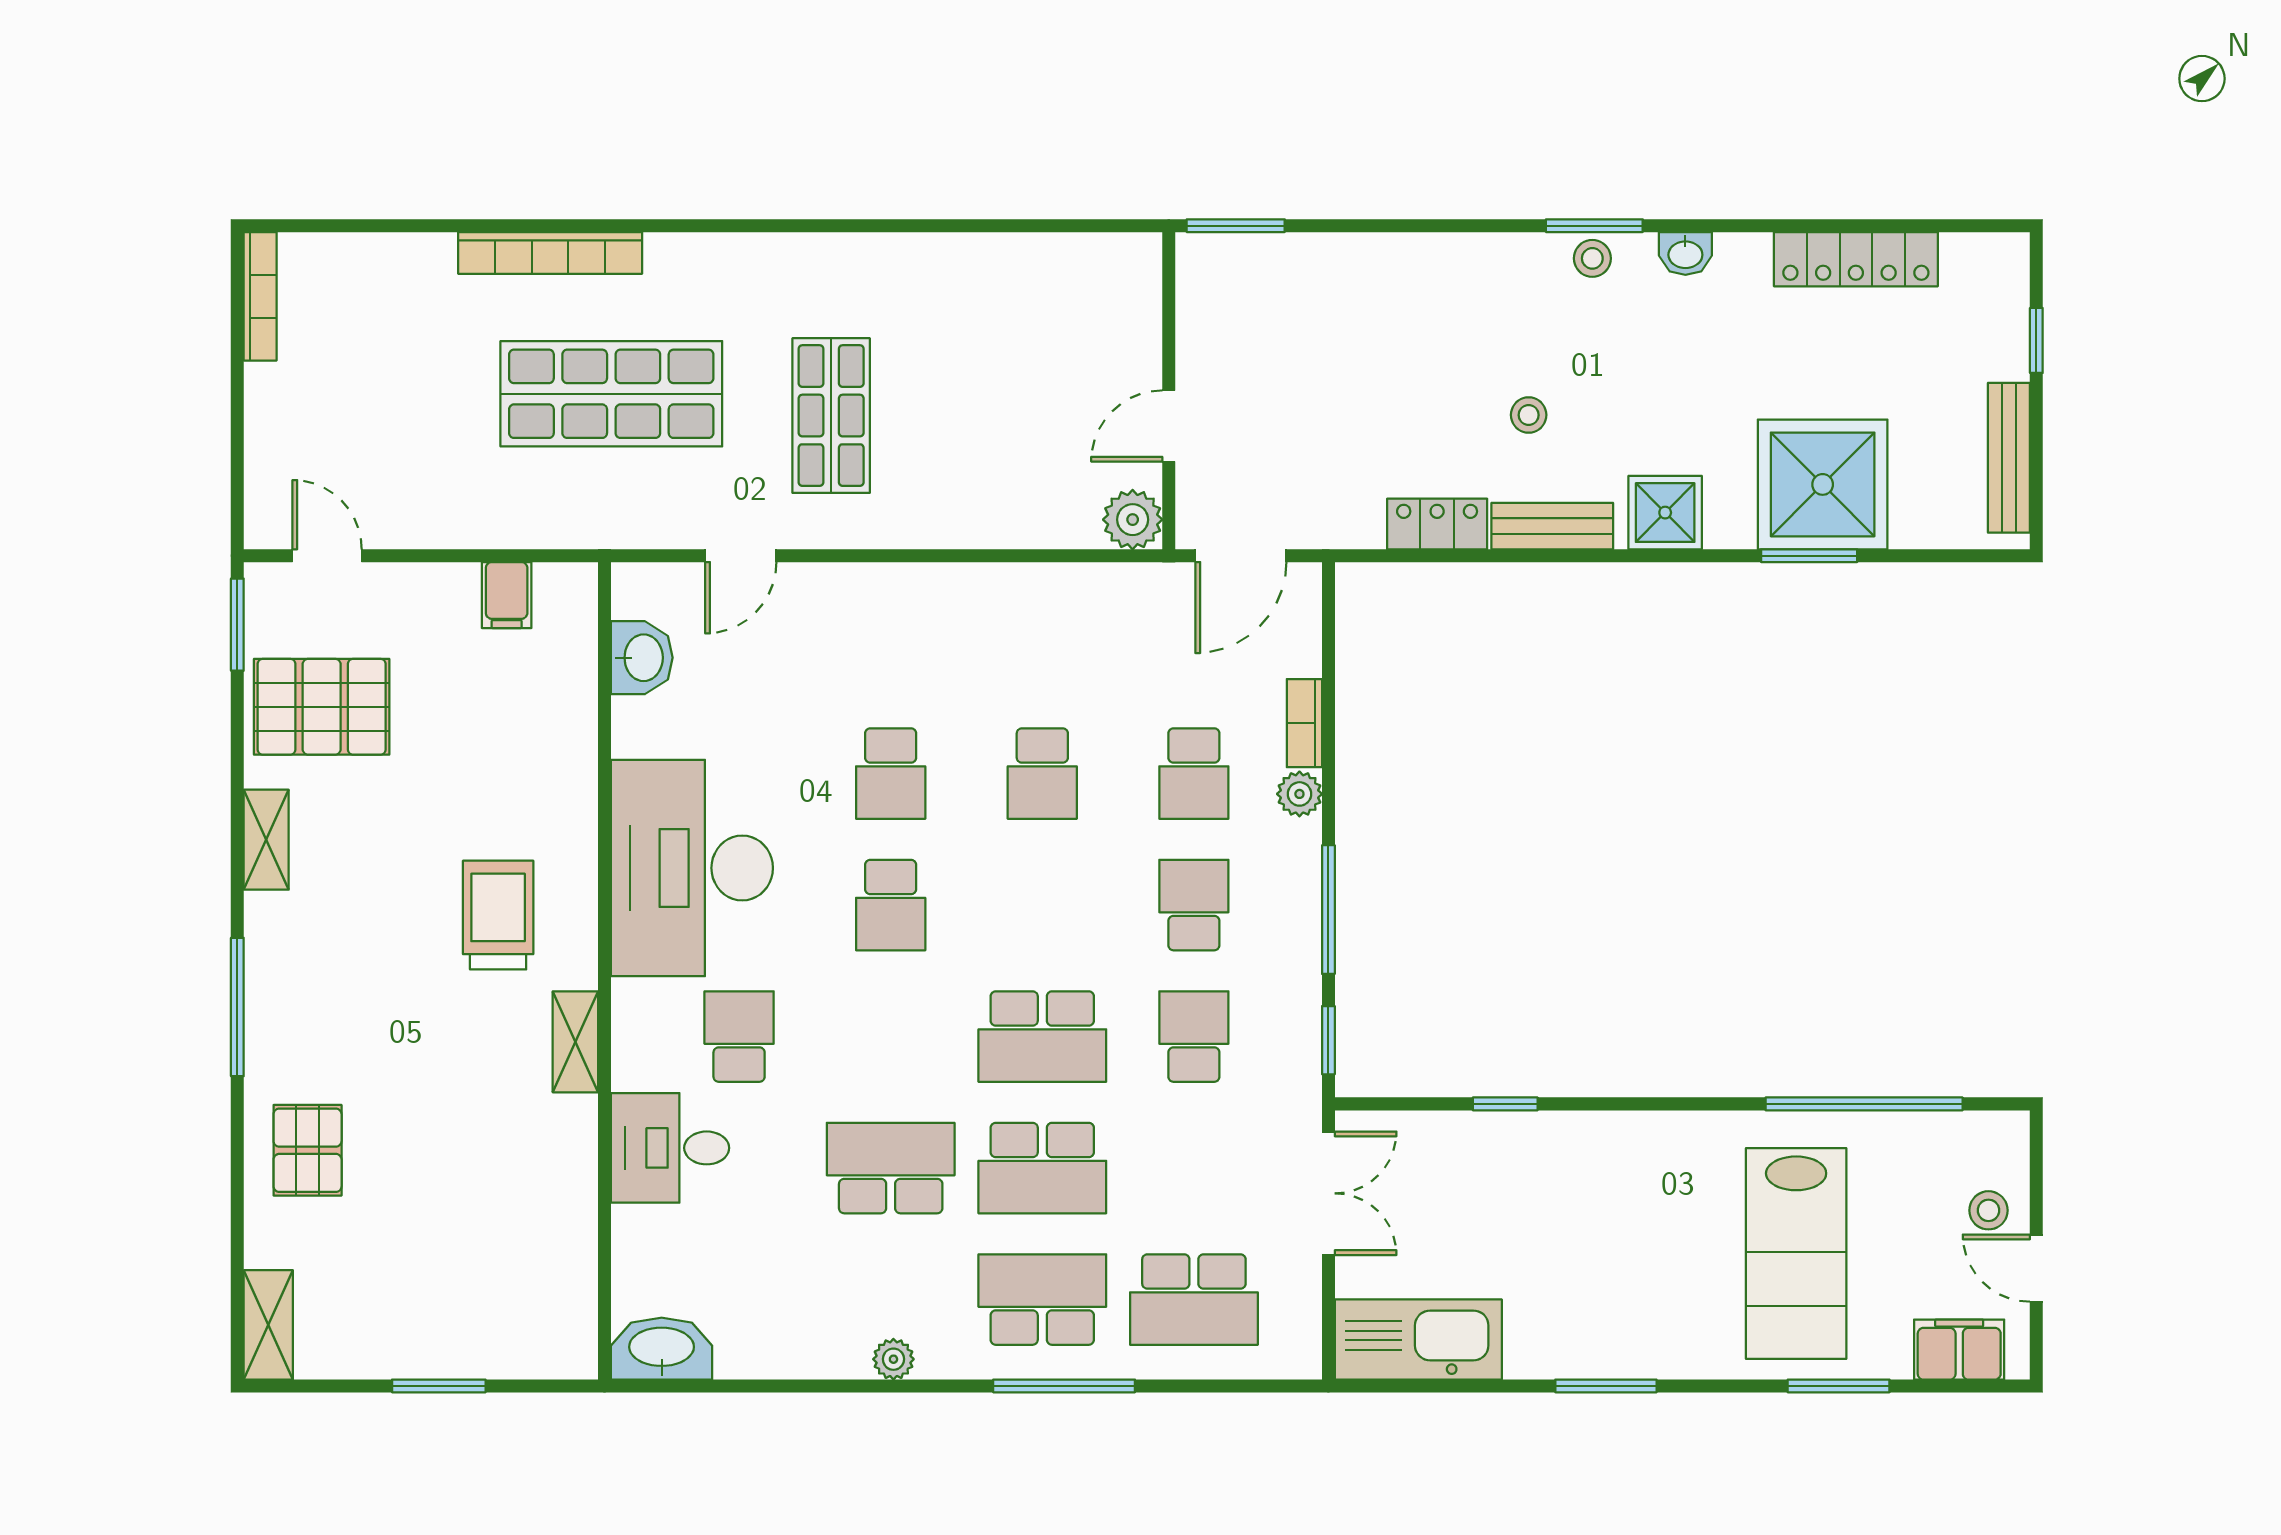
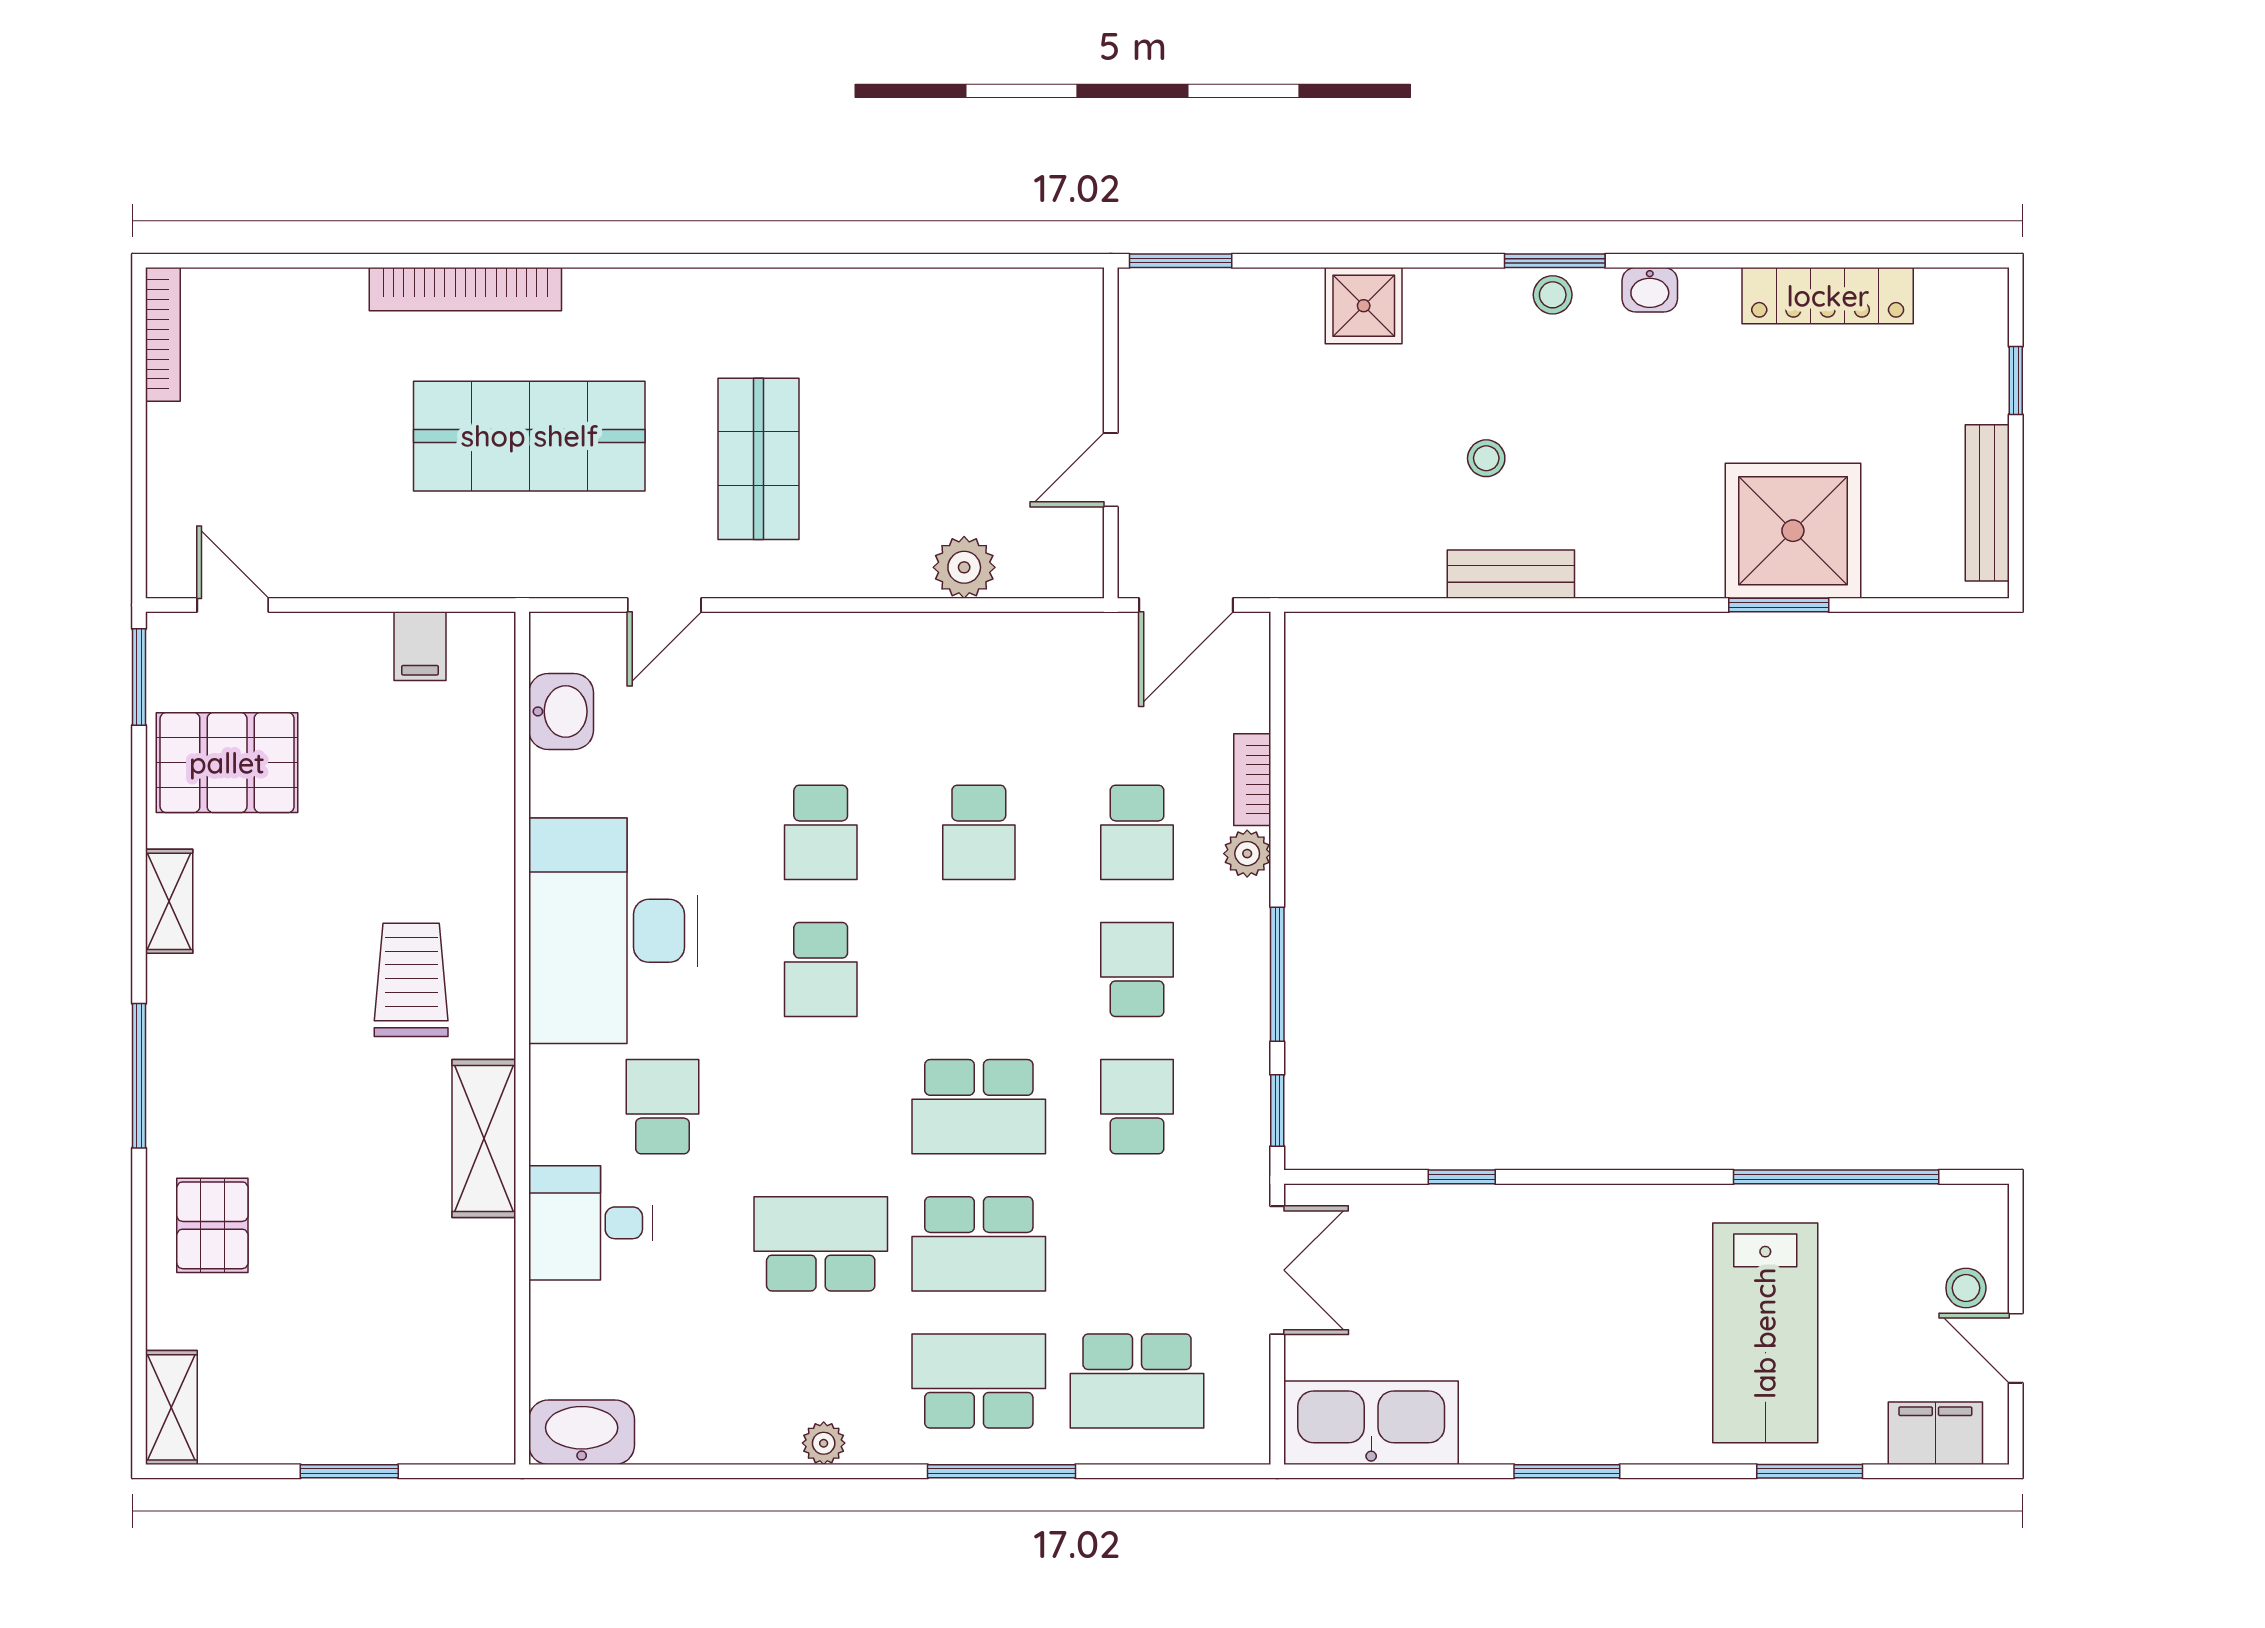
shower: (1665, 513) -> (1364, 306), moved
plant: (1133, 520) -> (964, 567), moved
locker: (1437, 524) -> (1391, 572), removed
shelving: (575, 1042) -> (484, 1139), width x1.50, depth x1.33

